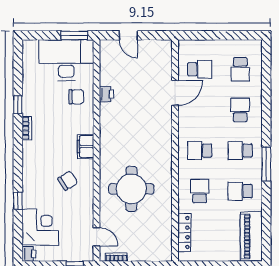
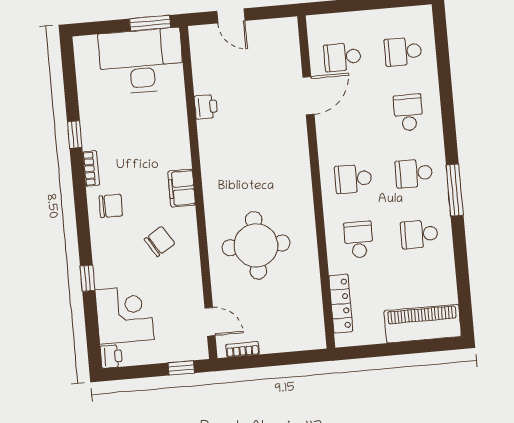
school desk: (200, 69) -> (342, 57), turned 180
school desk: (240, 69) -> (403, 52), turned 90
chair: (76, 97) -> (111, 206), moved
piano: (251, 236) -> (423, 324), moved, turned 90

